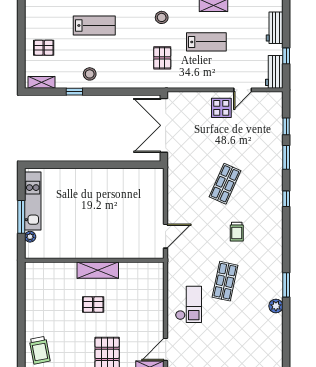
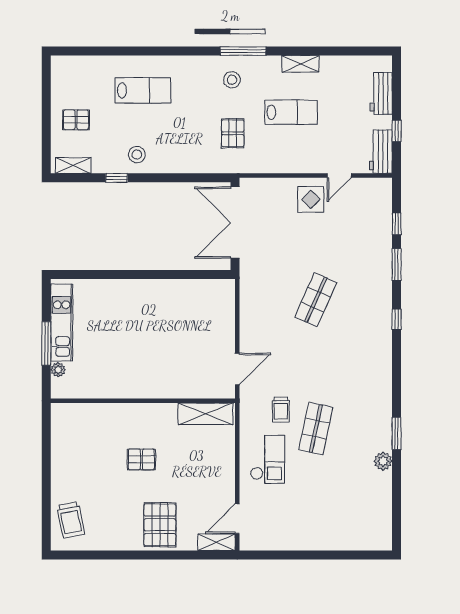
trolley: (237, 232) -> (281, 410), moved
shelving: (98, 270) -> (206, 414), moved

